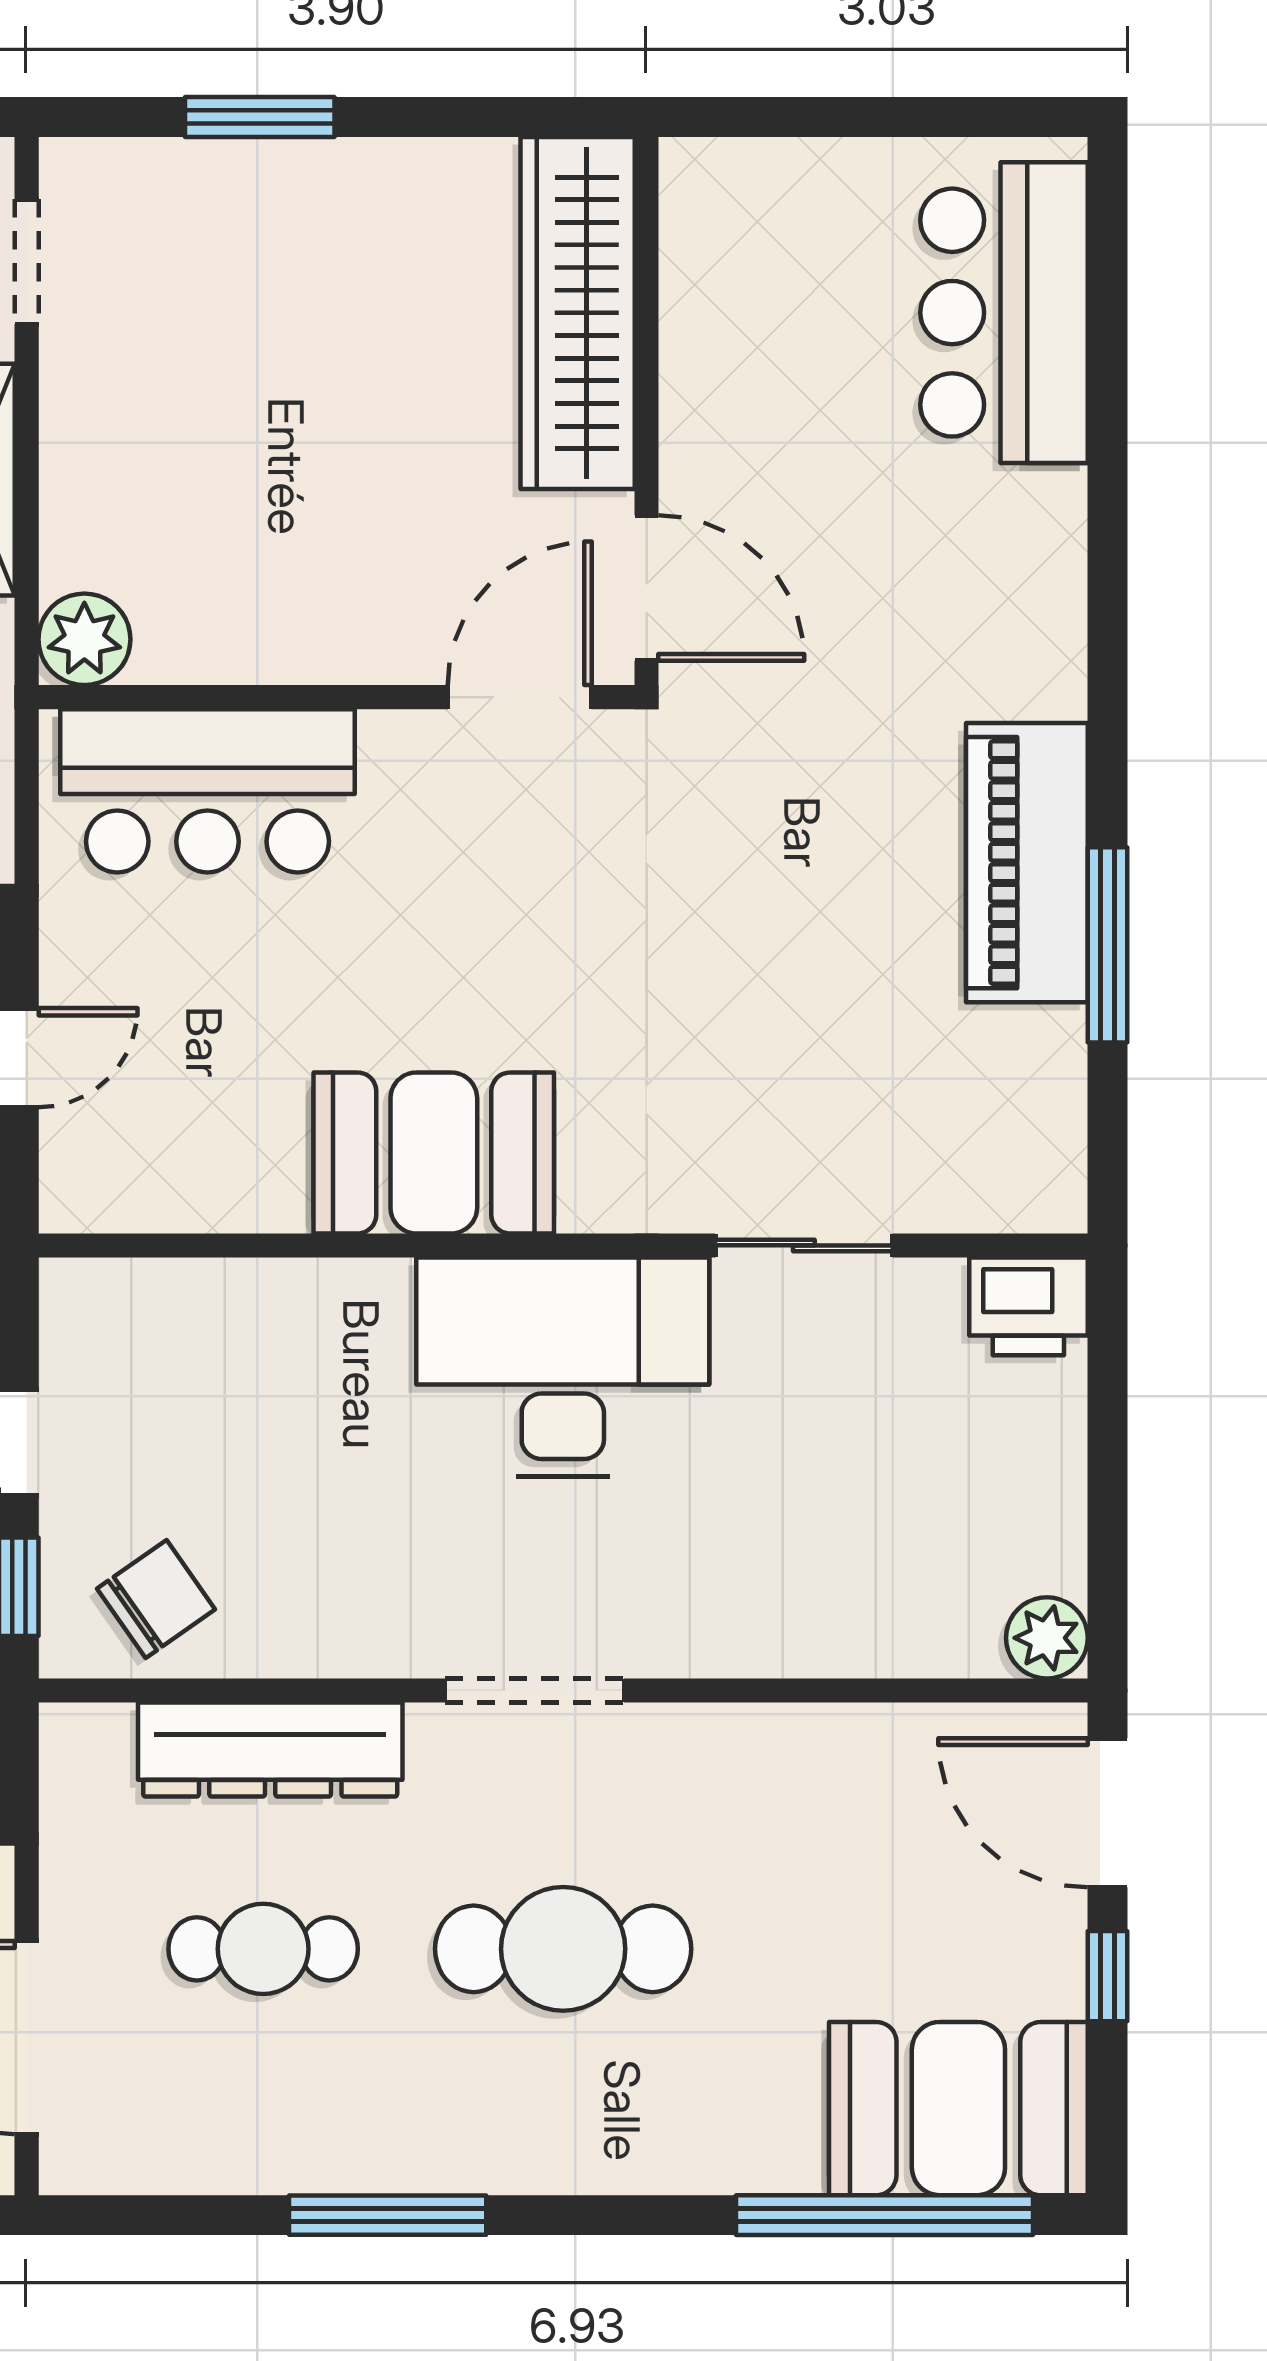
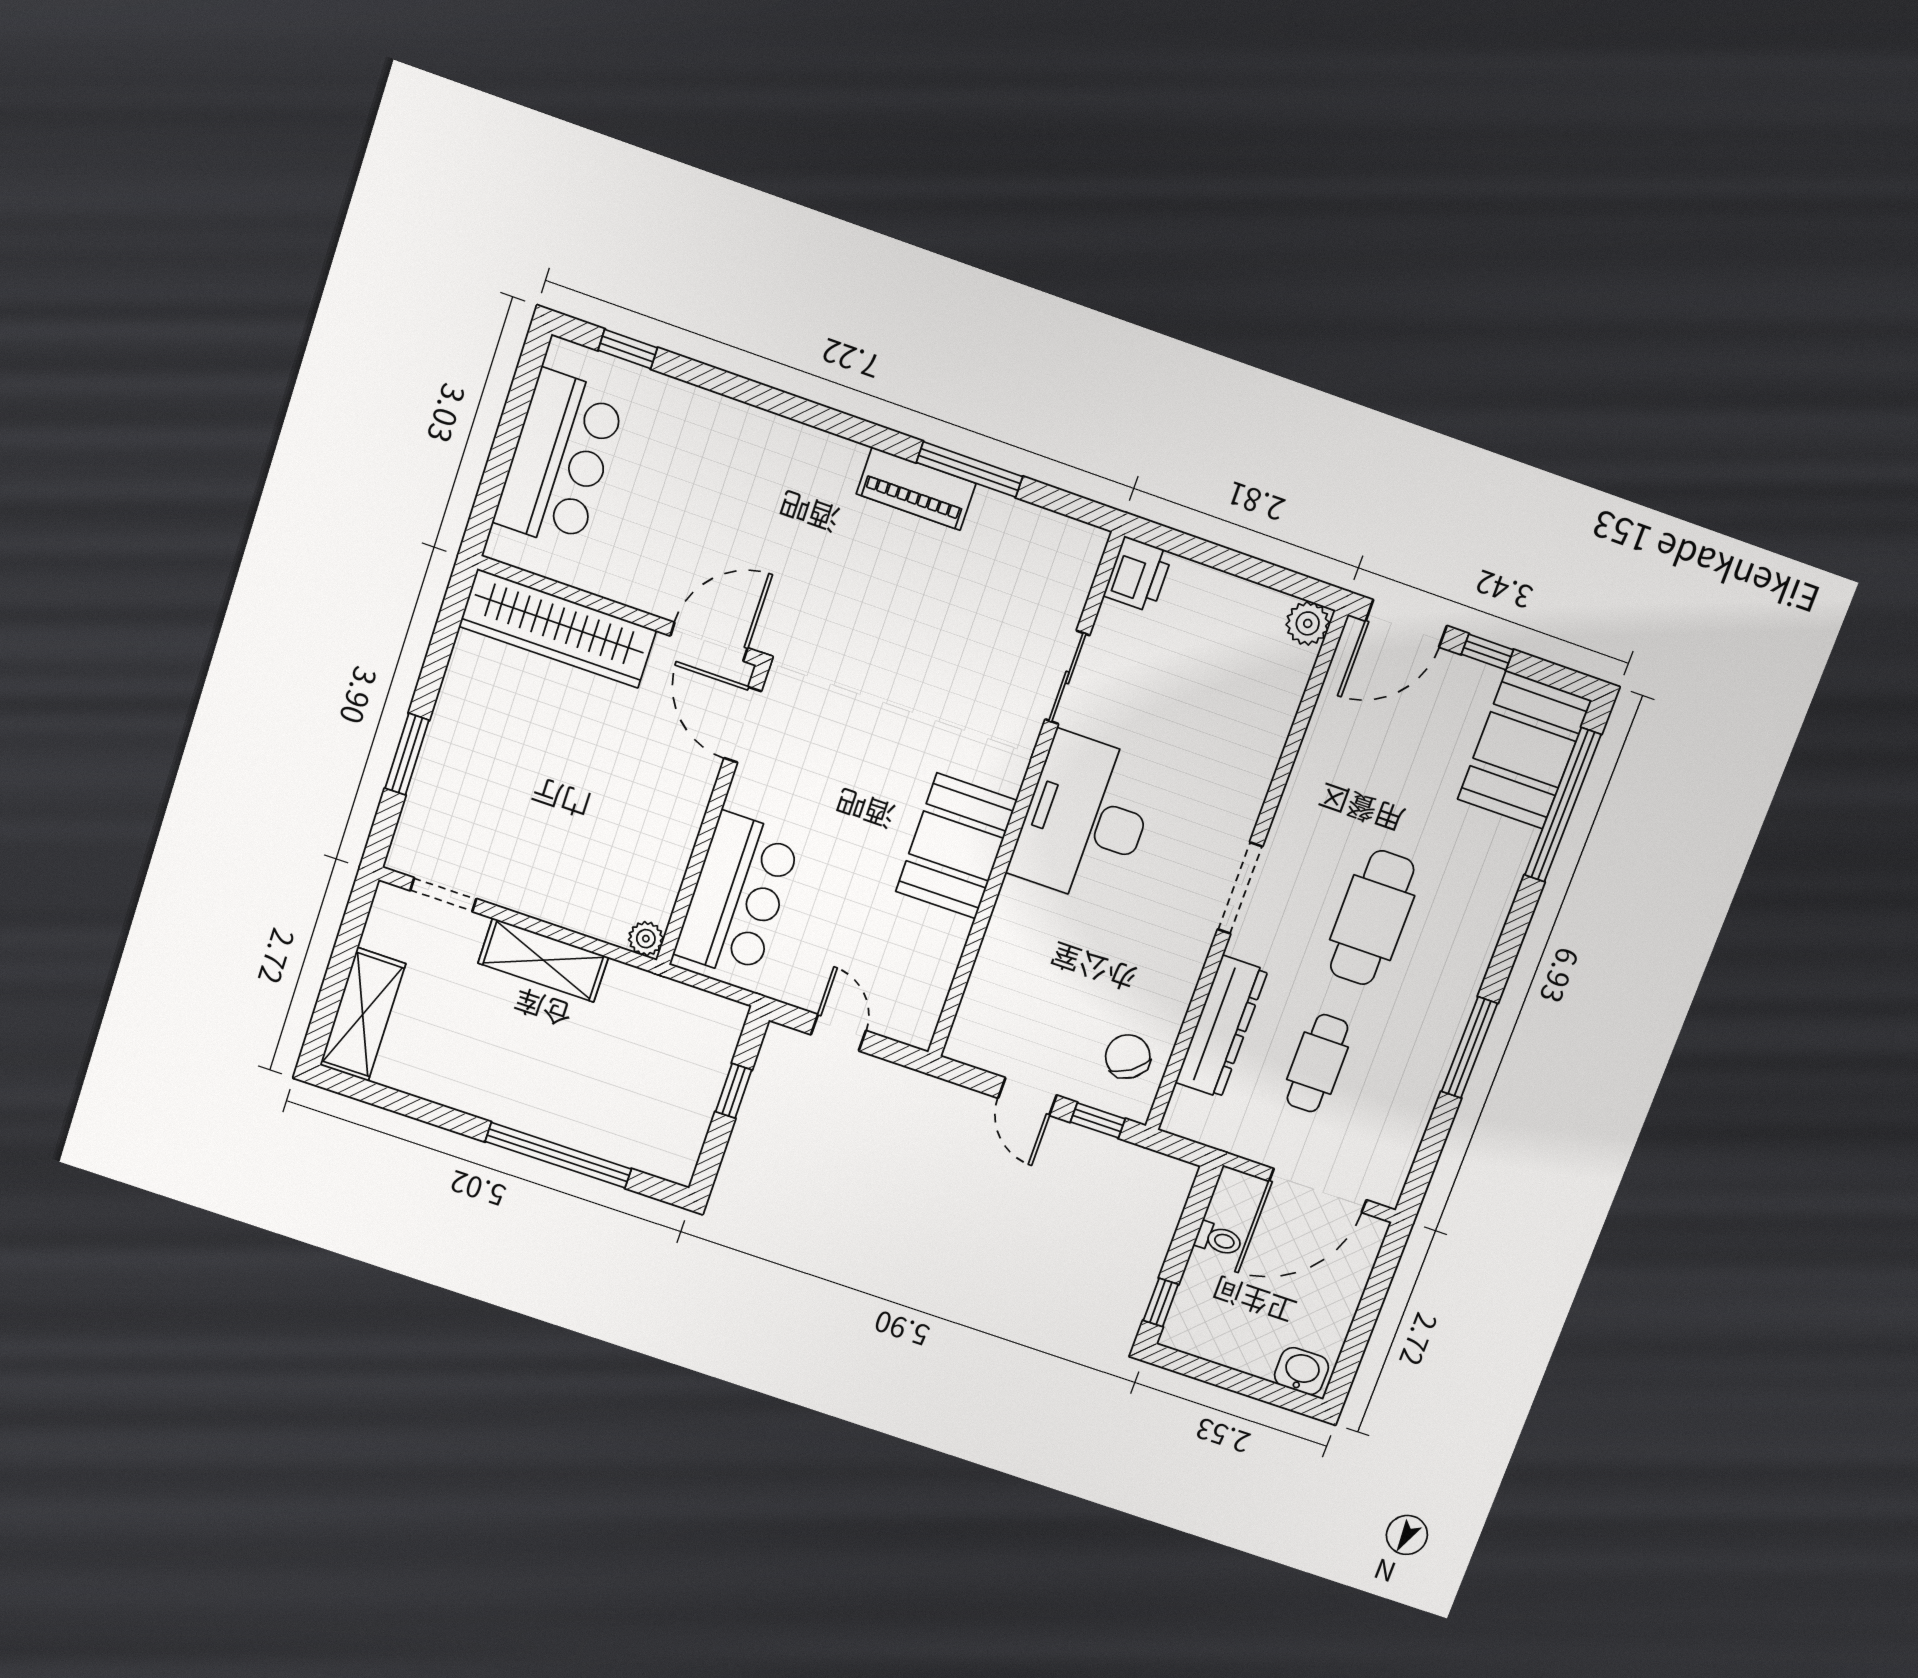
window: (1108, 278) -> (628, 349), added
bar counter: (1004, 313) -> (559, 459), moved, turned -90
plant: (84, 639) -> (646, 939), width x0.73, depth x0.73
piano: (1027, 863) -> (916, 489), width x0.73, depth x0.75

